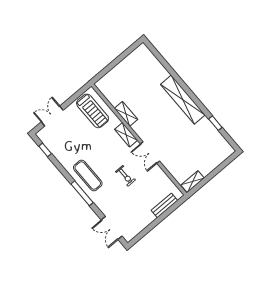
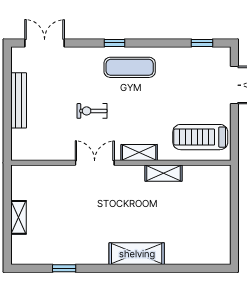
shelving: (183, 100) -> (137, 254), width x0.68
shelving: (193, 182) -> (19, 217), moved
window: (82, 193) -> (115, 43), width x0.46
bench: (164, 205) -> (19, 100), moved, width x1.36

